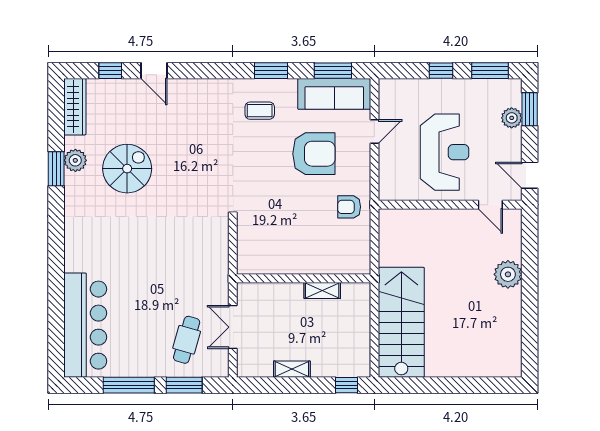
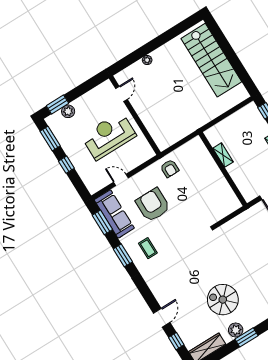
door: (530, 175) -> (93, 83), removed
plant: (508, 274) -> (147, 60), width x0.53, depth x0.53
stairs: (401, 322) -> (211, 60), moved, turned -90

